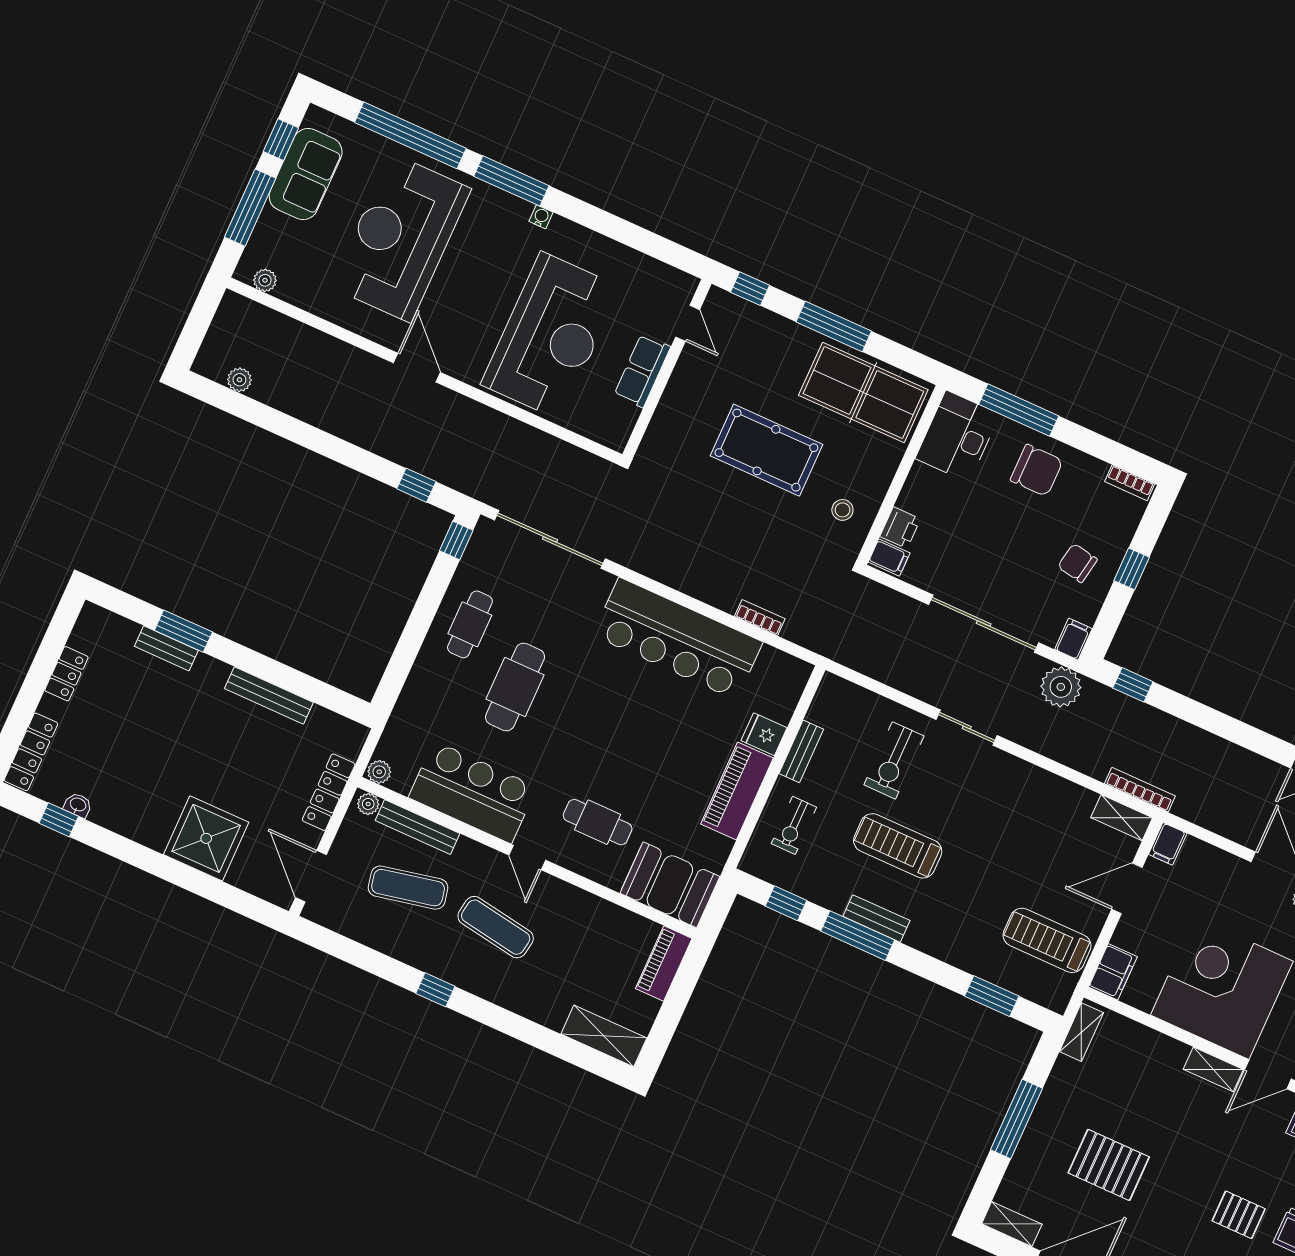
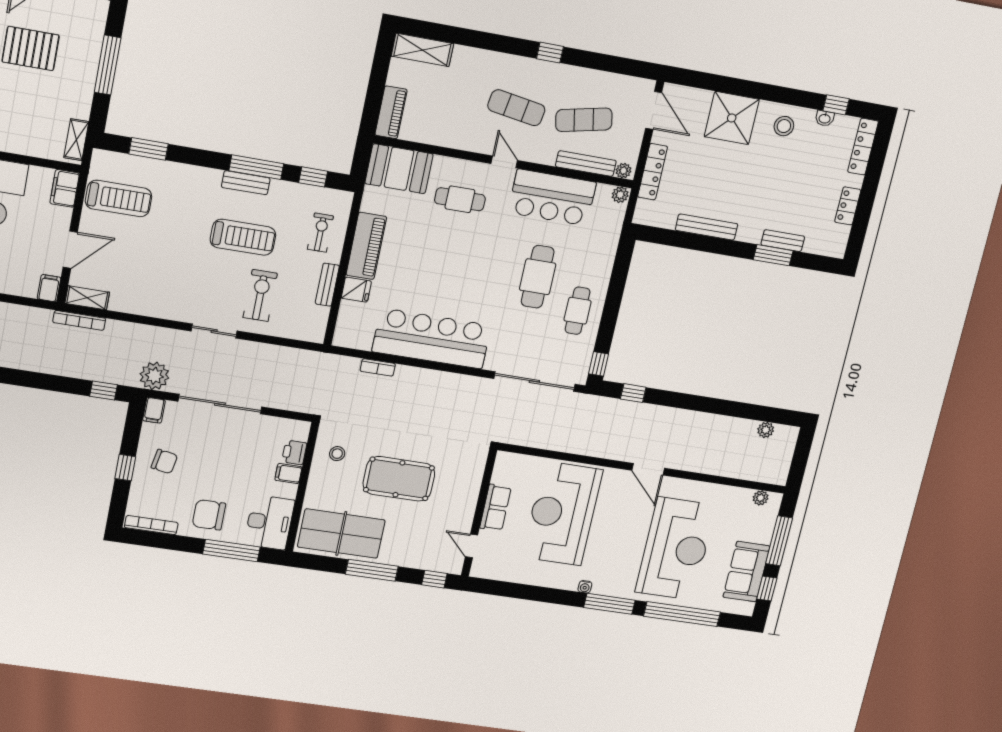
bookcase: (1130, 483) -> (151, 525), width x1.56
filing cabinet: (889, 557) -> (288, 474), moved
stool: (136, 809) -> (784, 126), added

